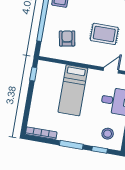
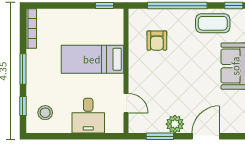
rug: (104, 34) -> (171, 87), removed
armchair: (67, 38) -> (157, 41), turned 100

